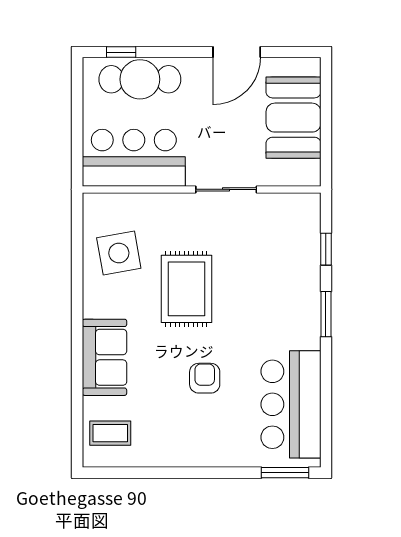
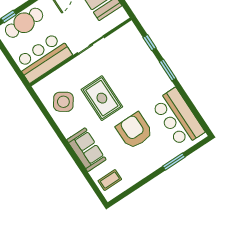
side table: (119, 253) -> (63, 102), turned 45
armchair: (205, 378) -> (134, 131), width x1.88, depth x1.88
window: (285, 473) -> (174, 162), moved

